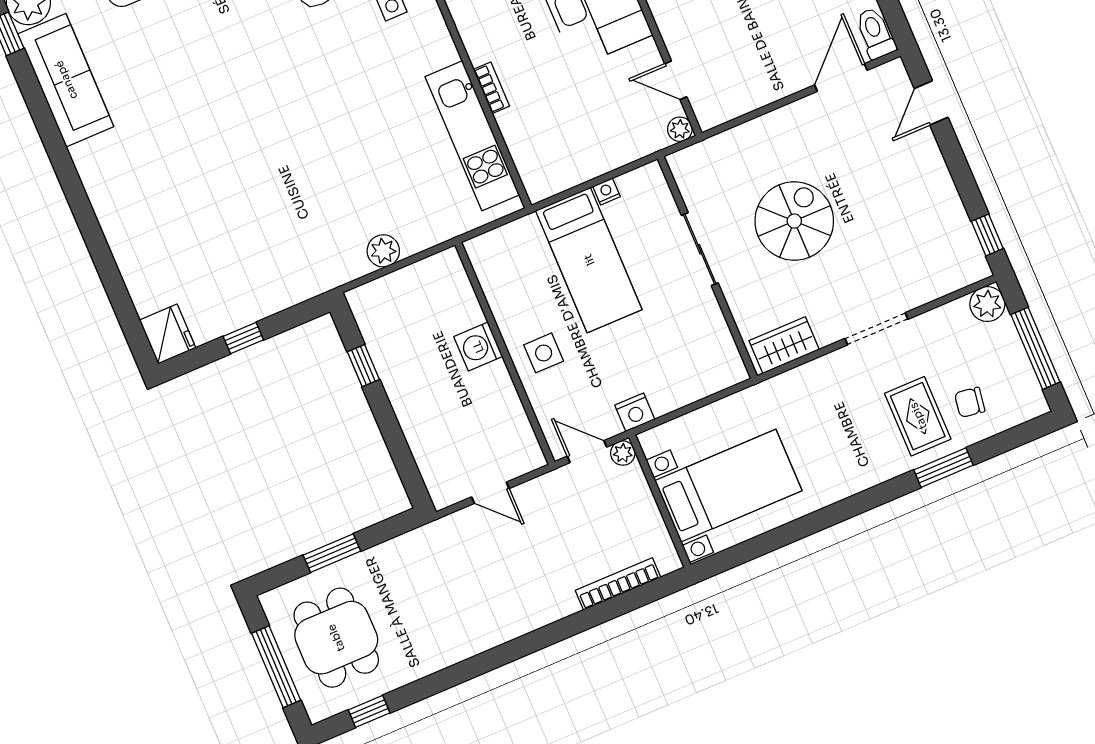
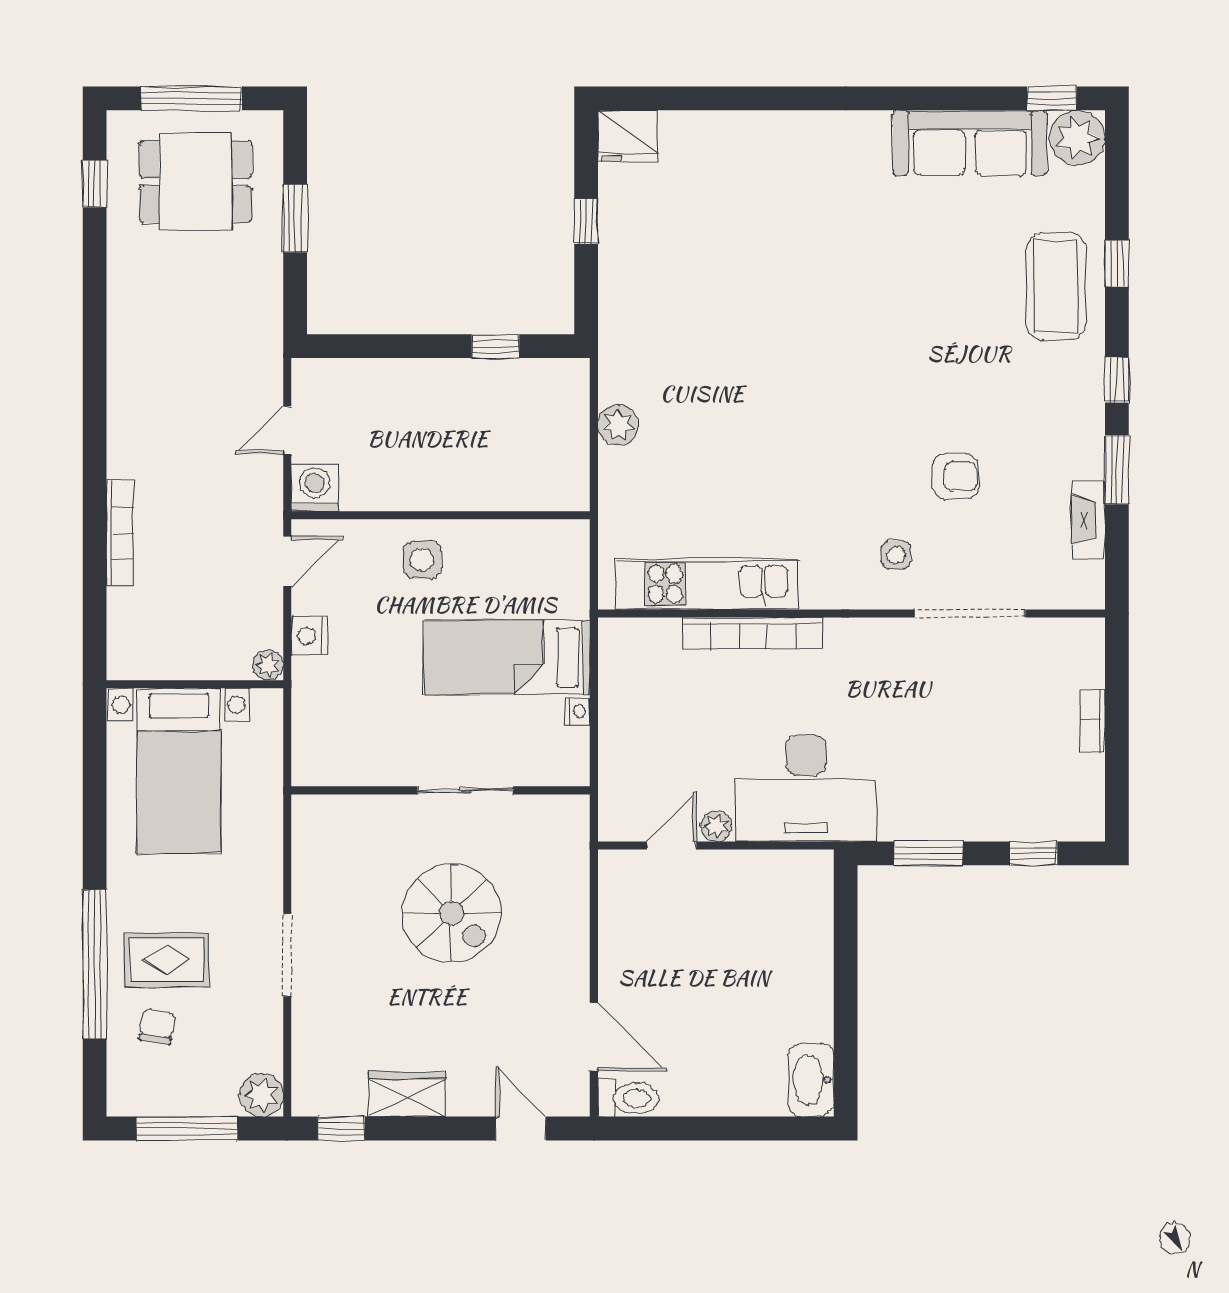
bookcase: (491, 88) -> (753, 633), width x2.31, depth x1.31
plant: (680, 129) -> (717, 826), moved
wardrobe: (784, 345) -> (407, 1094), moved, turned -90
washing machine: (478, 347) -> (315, 488), moved
plant: (623, 453) -> (268, 665), moved
window: (943, 468) -> (95, 964), width x2.11
bed with nightstands: (728, 486) -> (179, 771), moved
wall: (660, 501) -> (195, 684), moved

